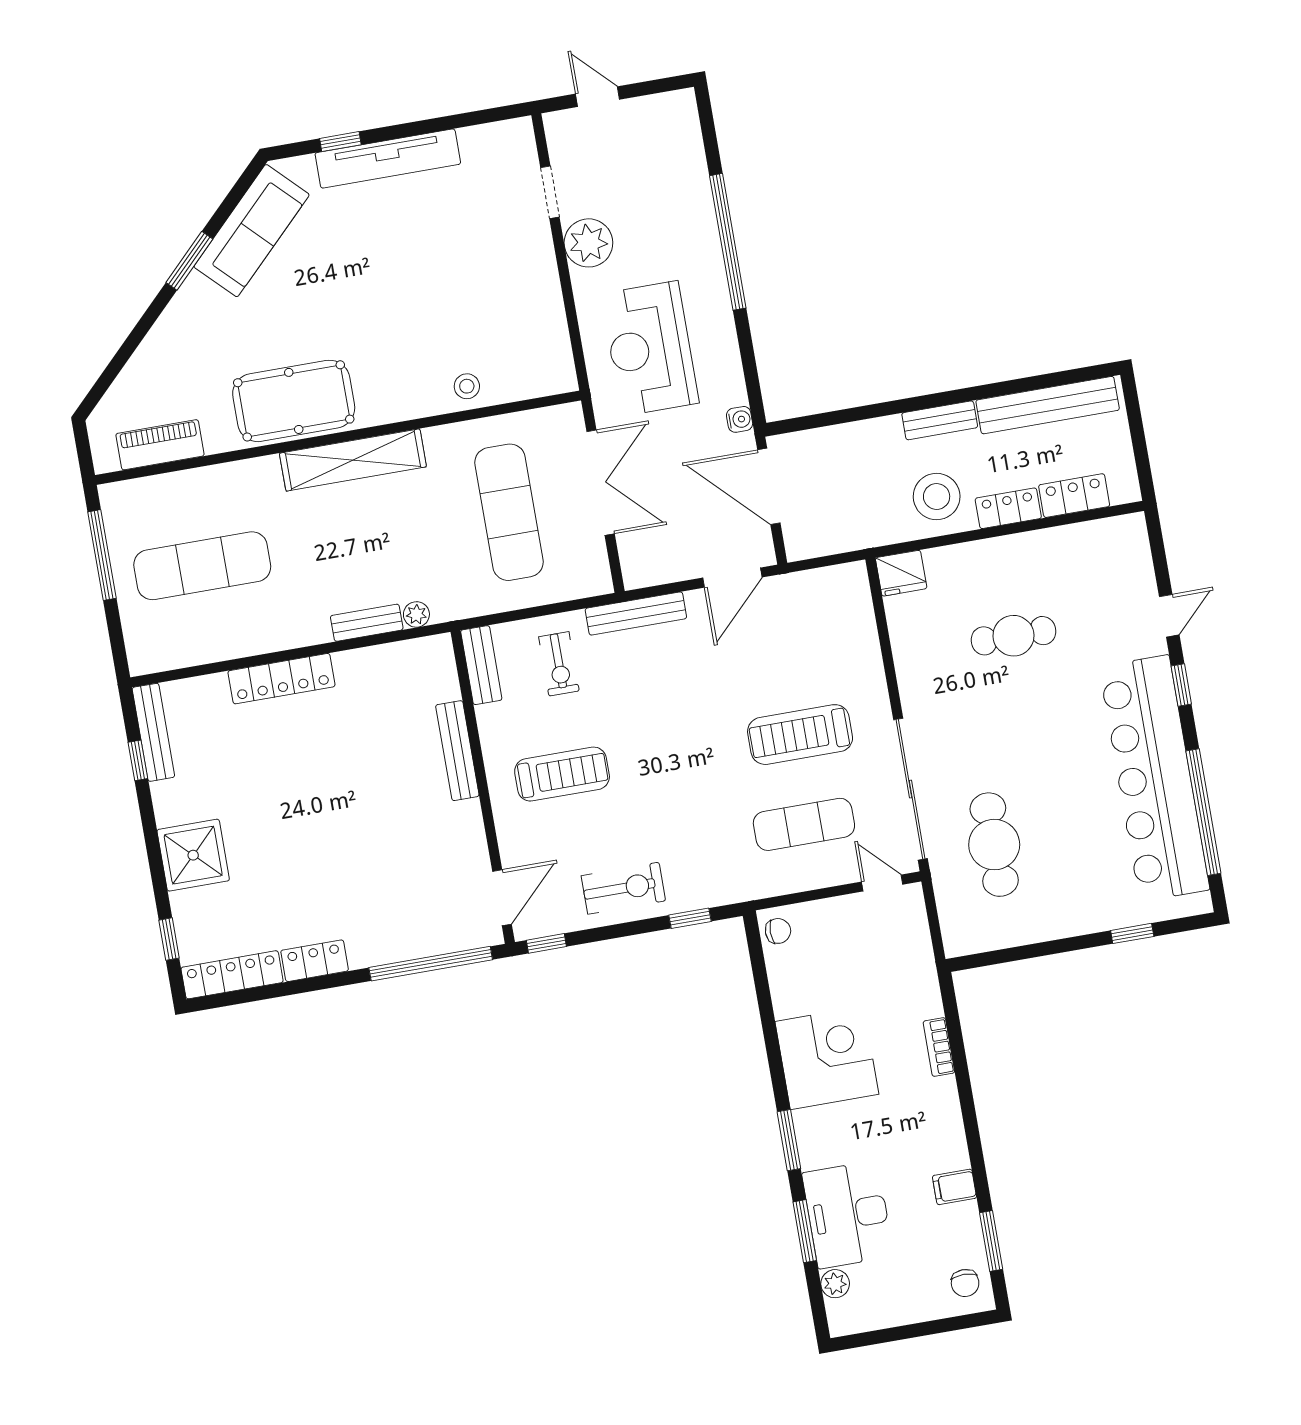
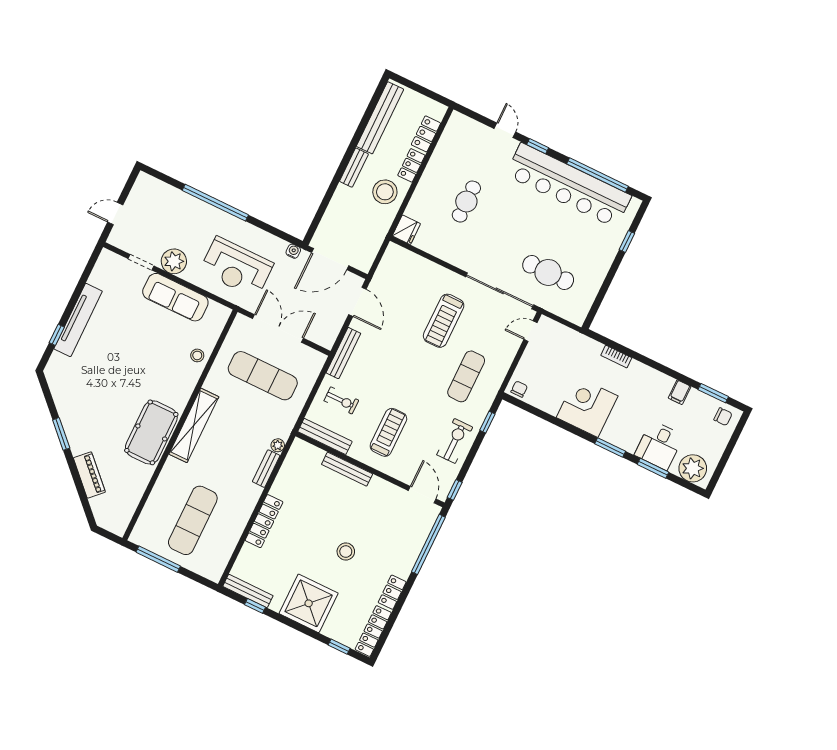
sofa: (252, 231) -> (175, 297), moved, turned 135
piano: (160, 445) -> (89, 475), moved, turned 135
bench: (481, 665) -> (325, 436), width x1.36
exercise mat: (804, 824) -> (466, 376), moved
stool: (326, 842) -> (346, 551), added
shower: (193, 855) -> (309, 603), width x1.37, depth x1.37
desk: (848, 1215) -> (659, 445), width x0.73
plant: (835, 1284) -> (693, 468), width x1.88, depth x1.88

